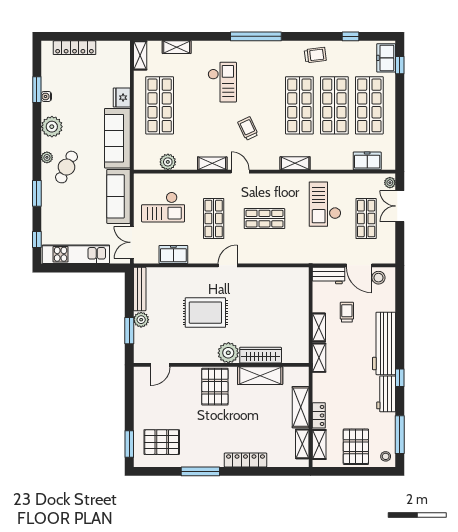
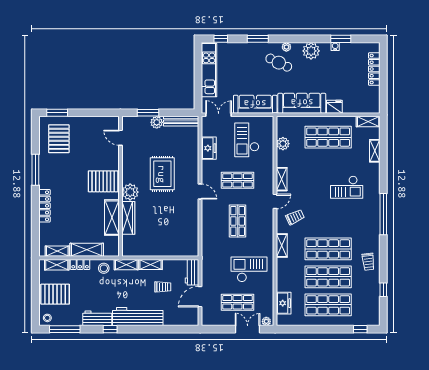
freezer: (386, 58) -> (366, 318), removed
trolley: (248, 129) -> (295, 217), moved
stool: (378, 278) -> (104, 268), moved

